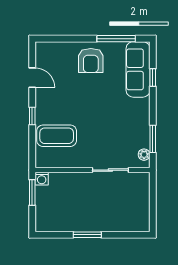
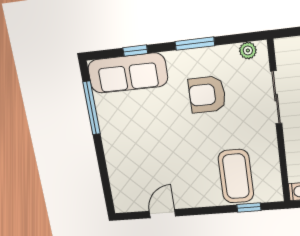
armchair: (91, 61) -> (207, 95), moved, turned 180
window: (32, 116) -> (249, 208), moved
window: (153, 139) -> (195, 44), moved

